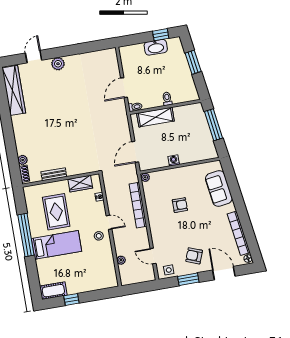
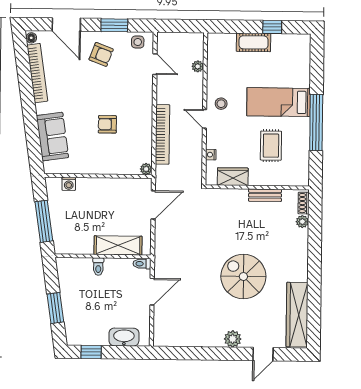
washbasin: (156, 47) -> (124, 337), moved
spiral stairs: (59, 111) -> (243, 277), added
washing machine: (174, 160) -> (69, 184), moved
rug: (56, 212) -> (271, 146), width x0.73, depth x0.70
cot: (53, 291) -> (254, 42), moved

